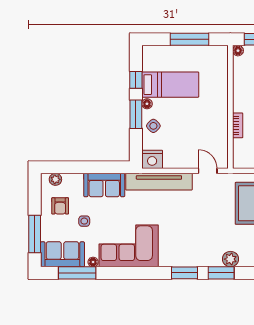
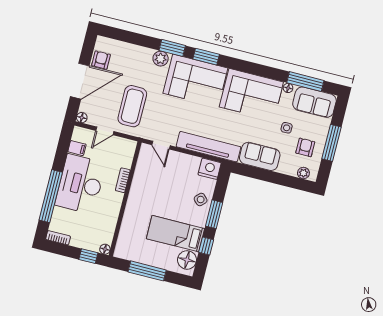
floor lamp: (147, 104) -> (187, 260), moved, width x1.89, depth x1.89
window: (35, 234) -> (331, 143), moved
corner sofa: (189, 246) -> (195, 81), added

